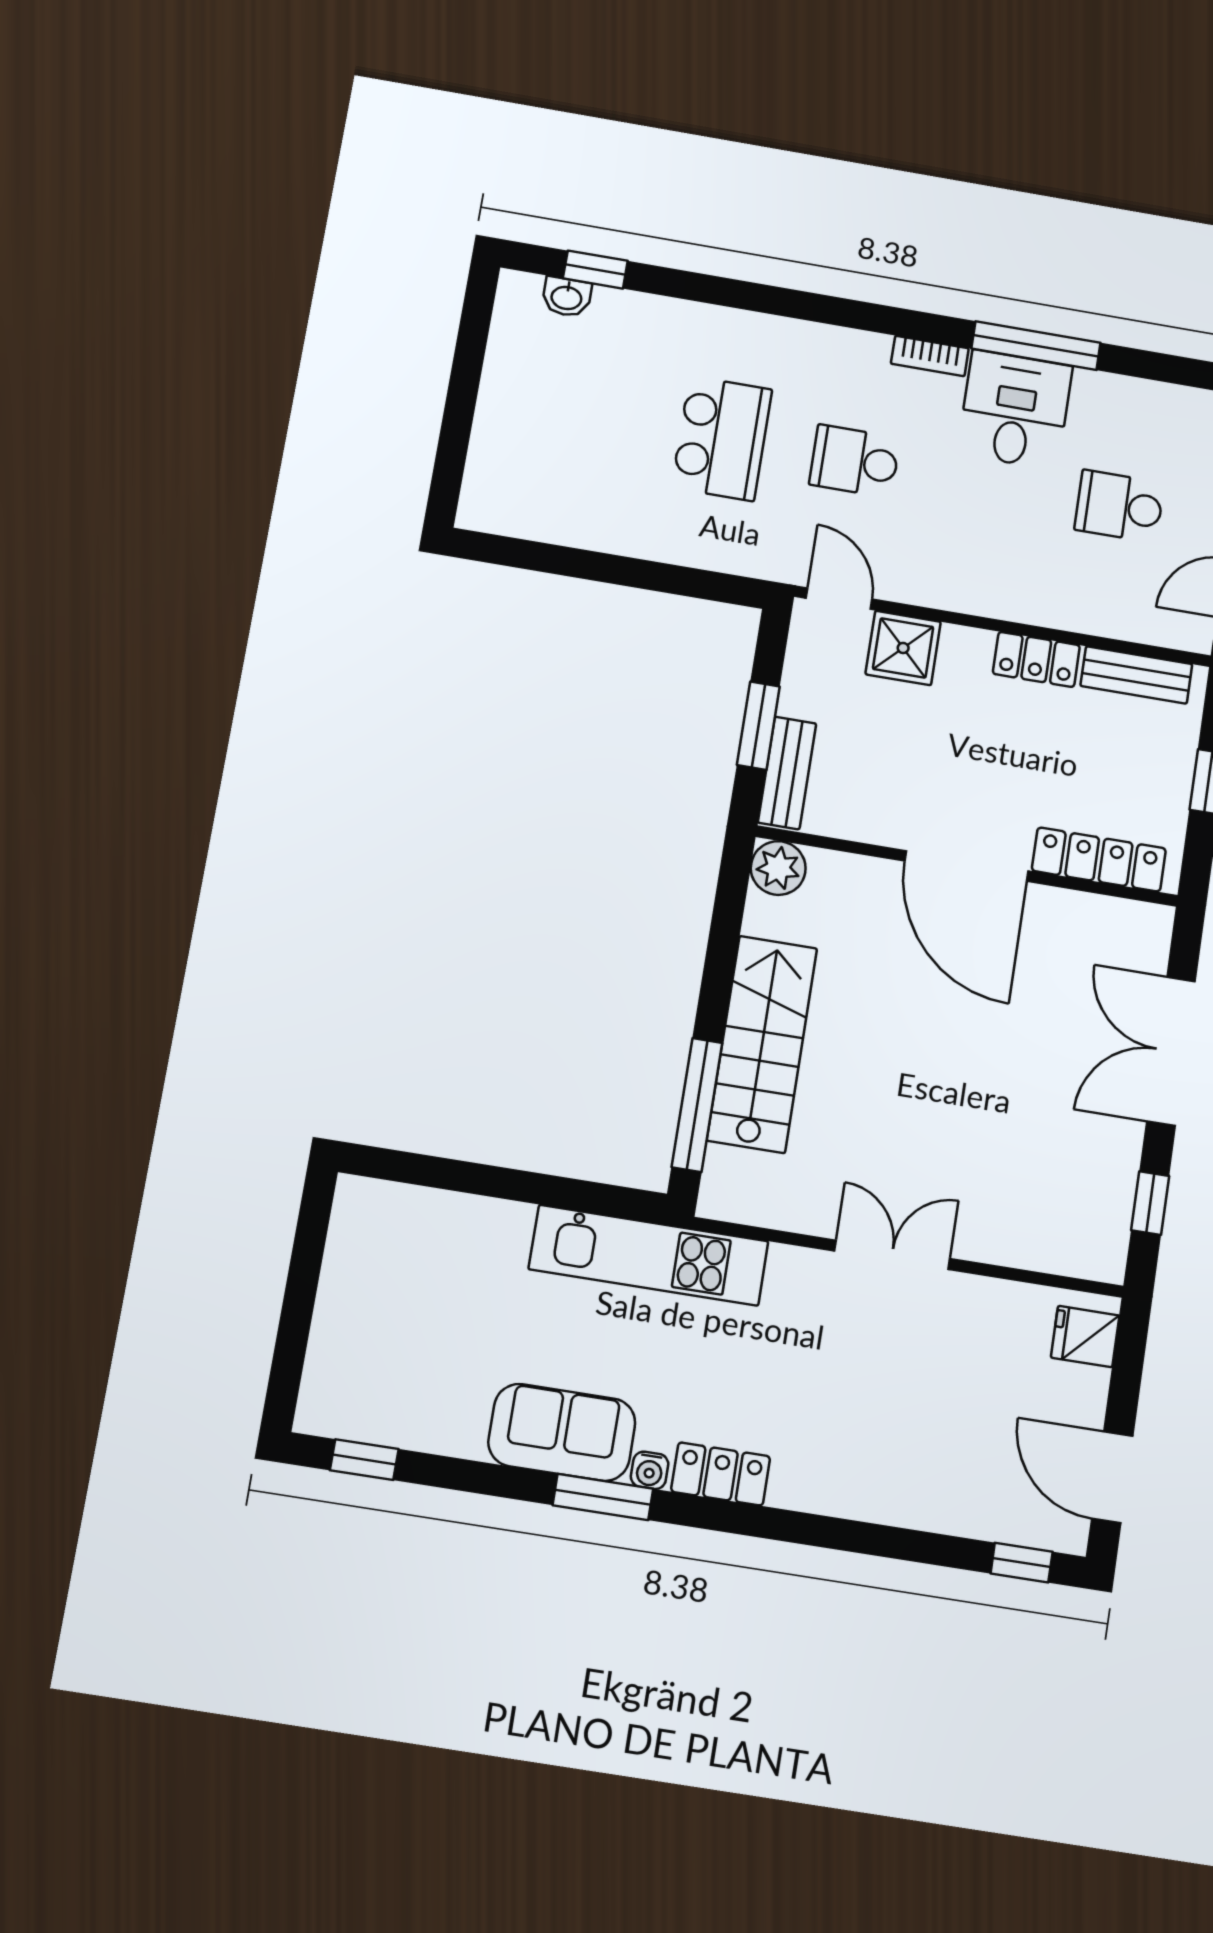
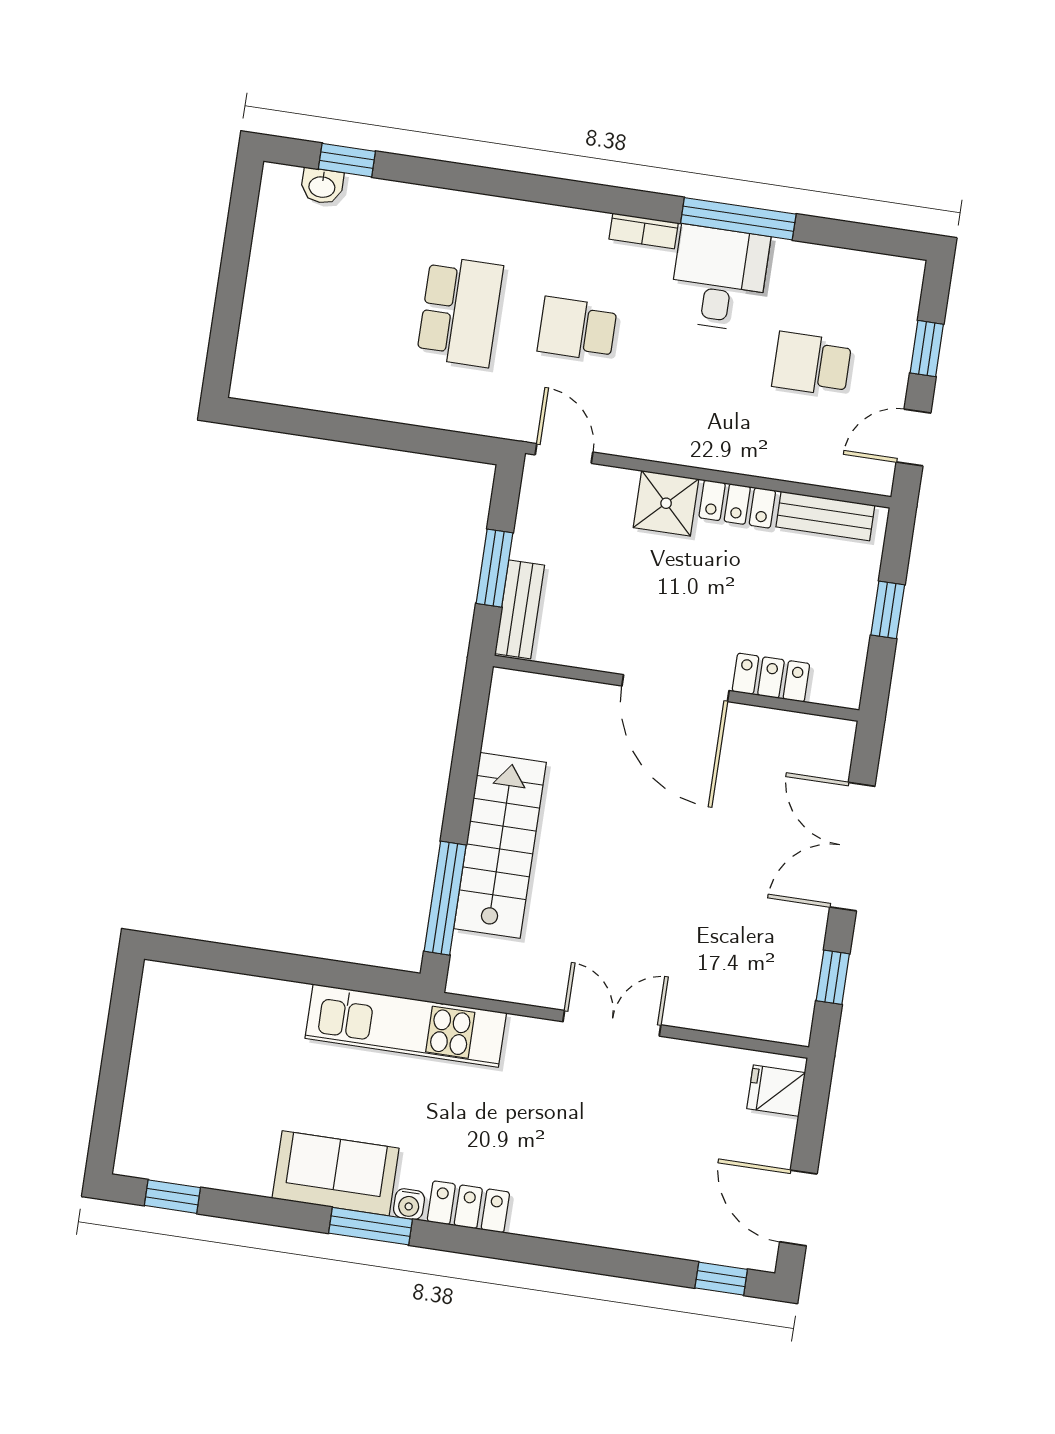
shower: (903, 648) -> (666, 503), moved
locker: (1099, 860) -> (771, 677), width x0.66
plant: (778, 868) -> (513, 693), removed

